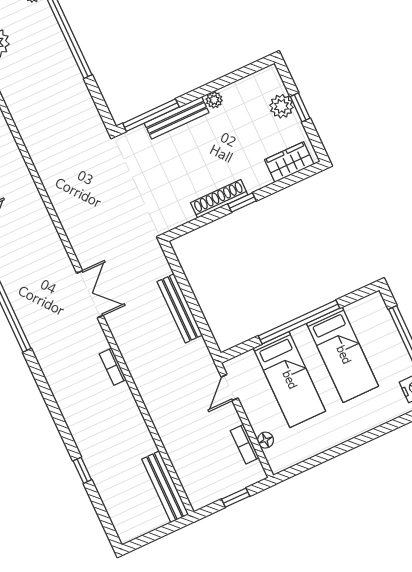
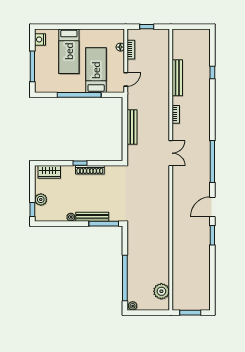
window: (300, 107) -> (32, 210), moved
double door: (90, 294) -> (171, 153), swing flipped
bed: (343, 355) -> (69, 51), moved, turned 180
bench: (165, 487) -> (177, 78), moved

